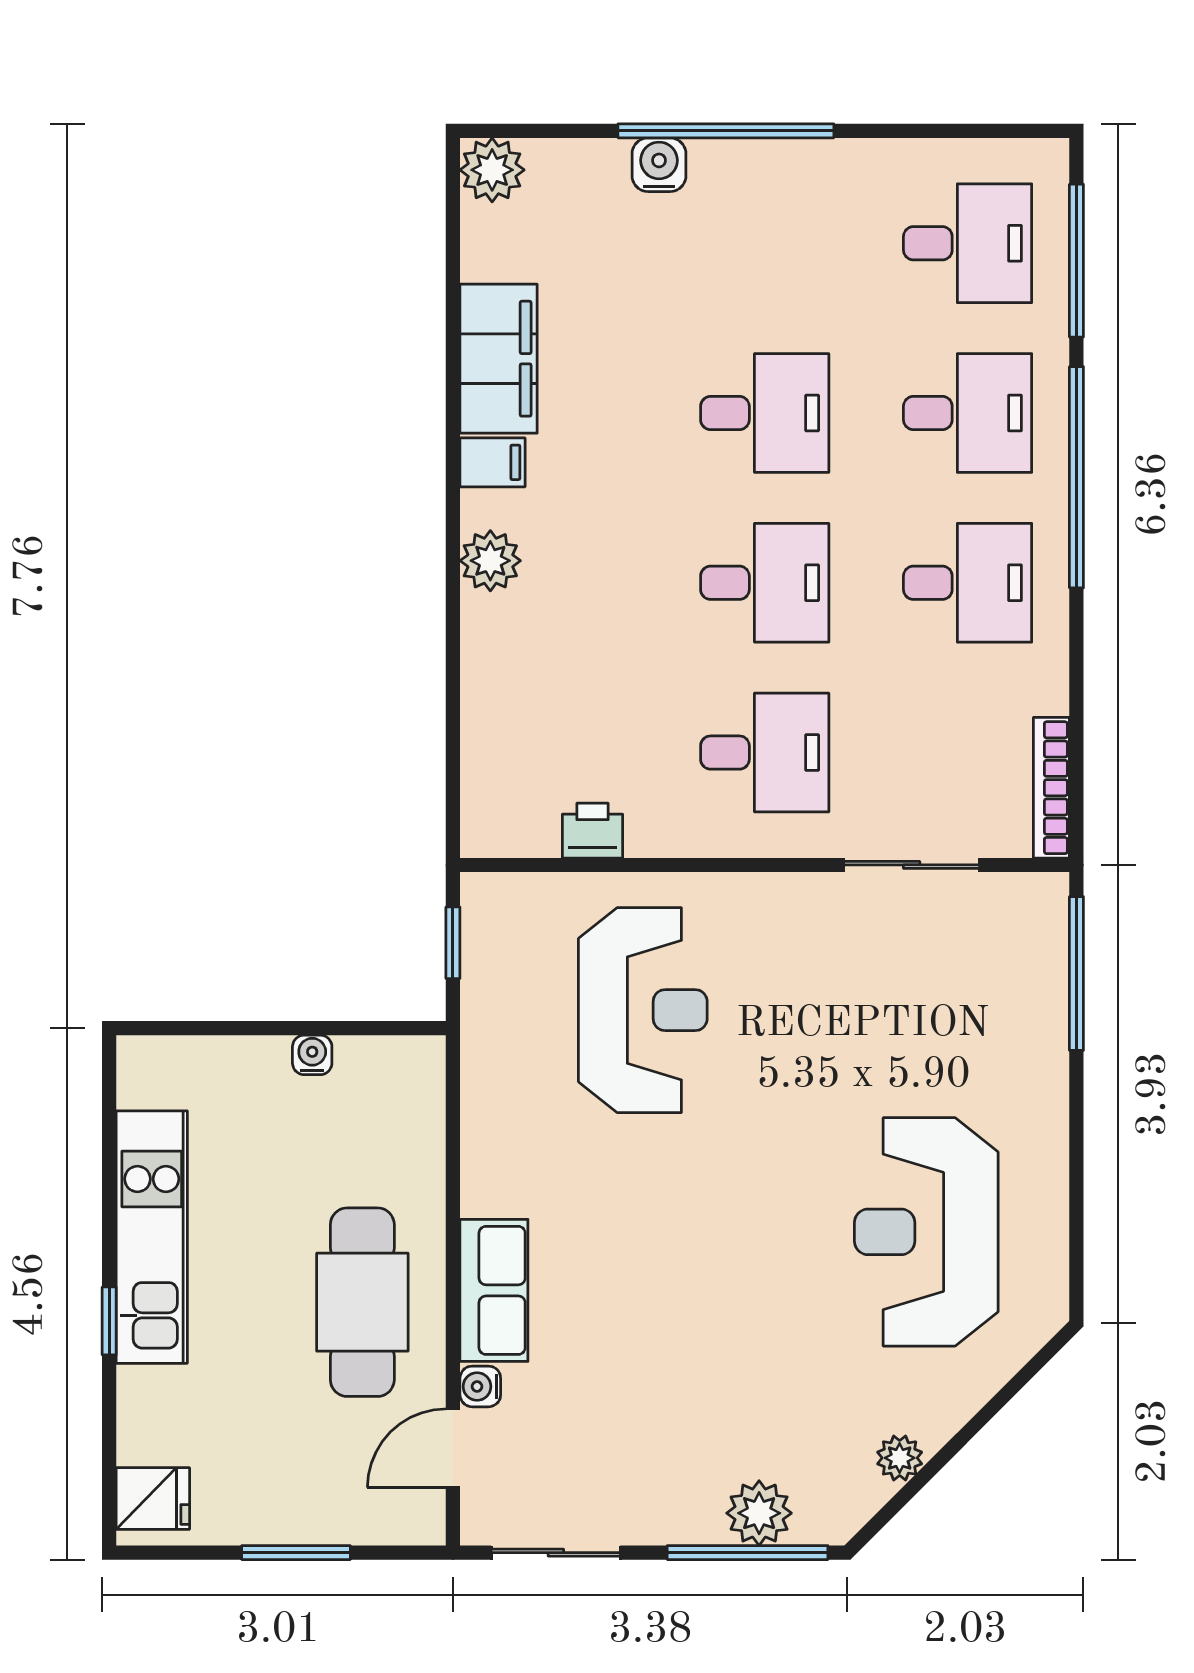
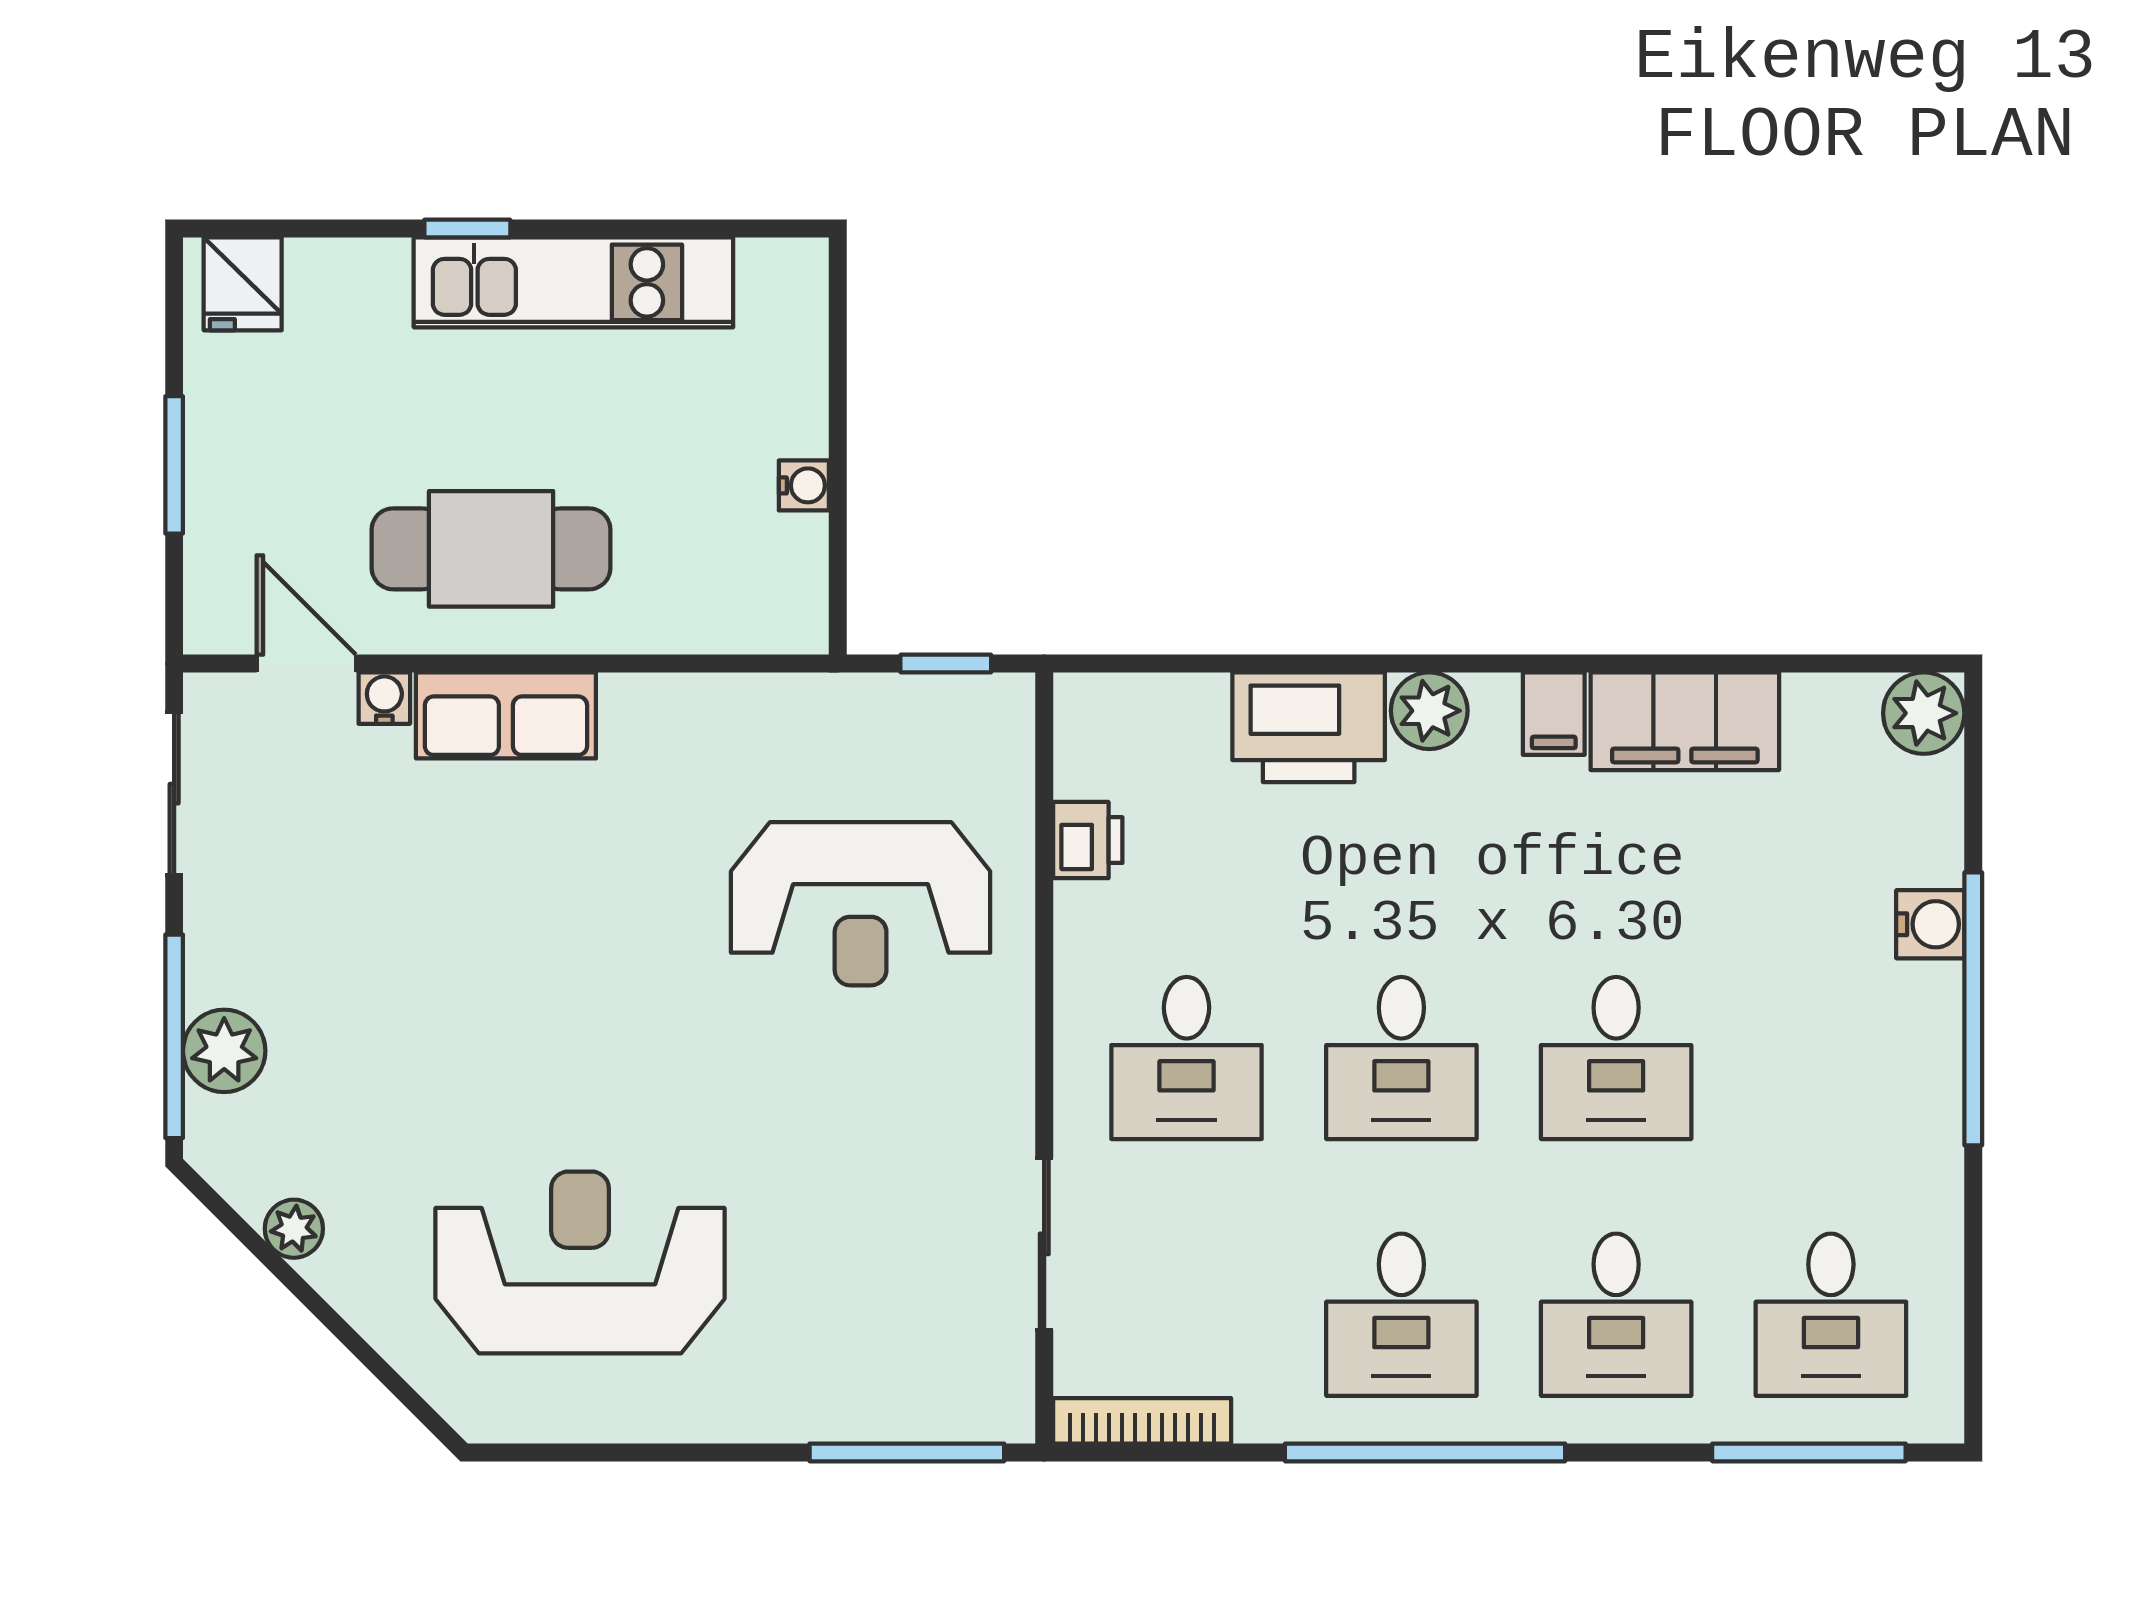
window: (1076, 477) -> (1425, 1452), moved
printer: (503, 656) -> (1309, 727), added

